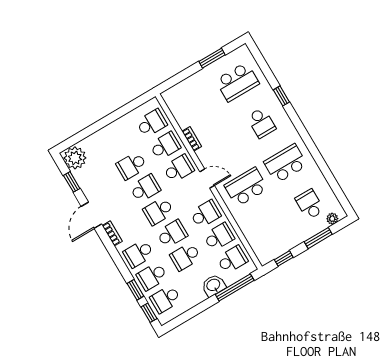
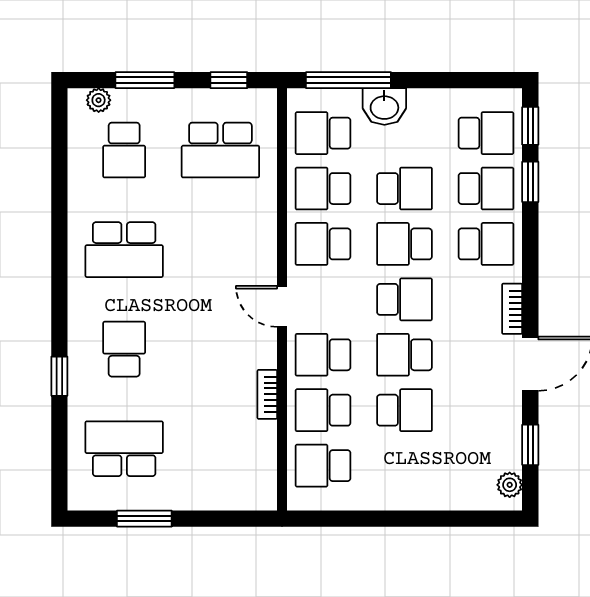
plant: (75, 158) -> (510, 485), width x0.53, depth x0.53
school desk: (246, 187) -> (220, 150), moved

